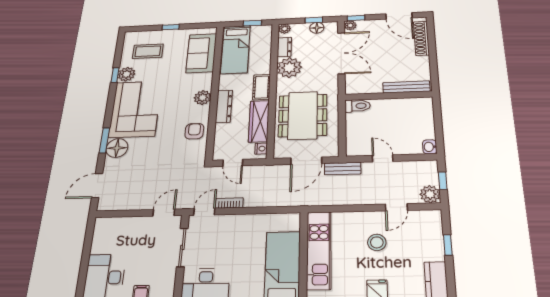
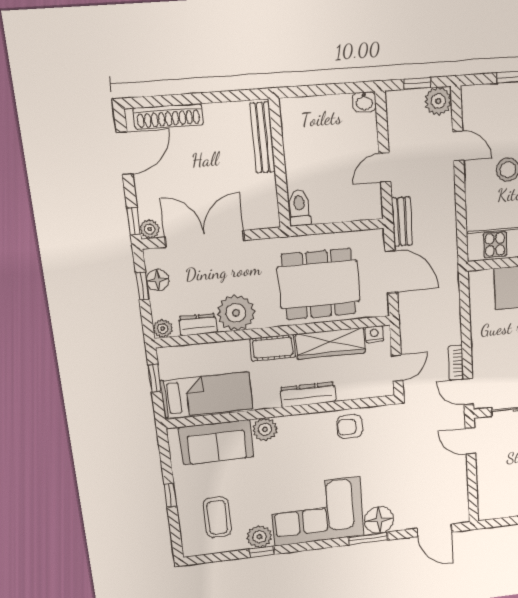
plant: (202, 98) -> (265, 429), moved

